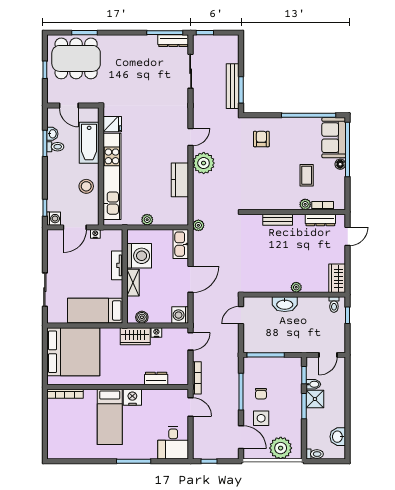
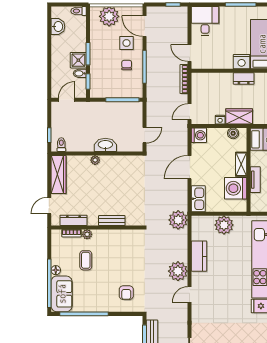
plant: (147, 220) -> (224, 225), width x1.87, depth x1.87
plant: (198, 225) -> (178, 220), width x1.87, depth x1.87
wardrobe: (337, 278) -> (59, 175), width x1.50
dresser: (156, 379) -> (244, 78), moved

